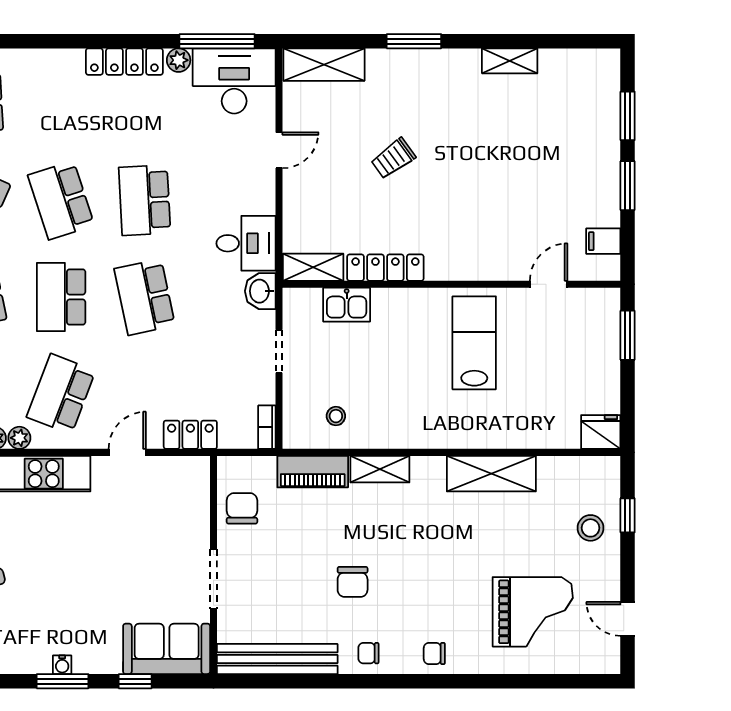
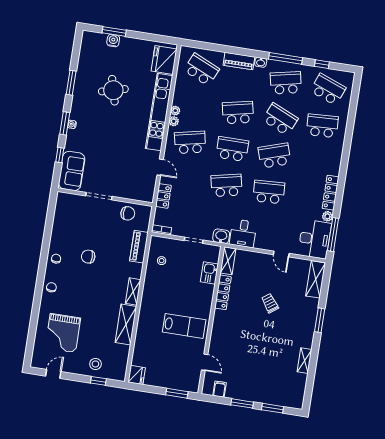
school desk: (61, 394) -> (190, 142), turned -33
shelving: (380, 469) -> (133, 291), moved
bench: (277, 659) -> (60, 218), removed

